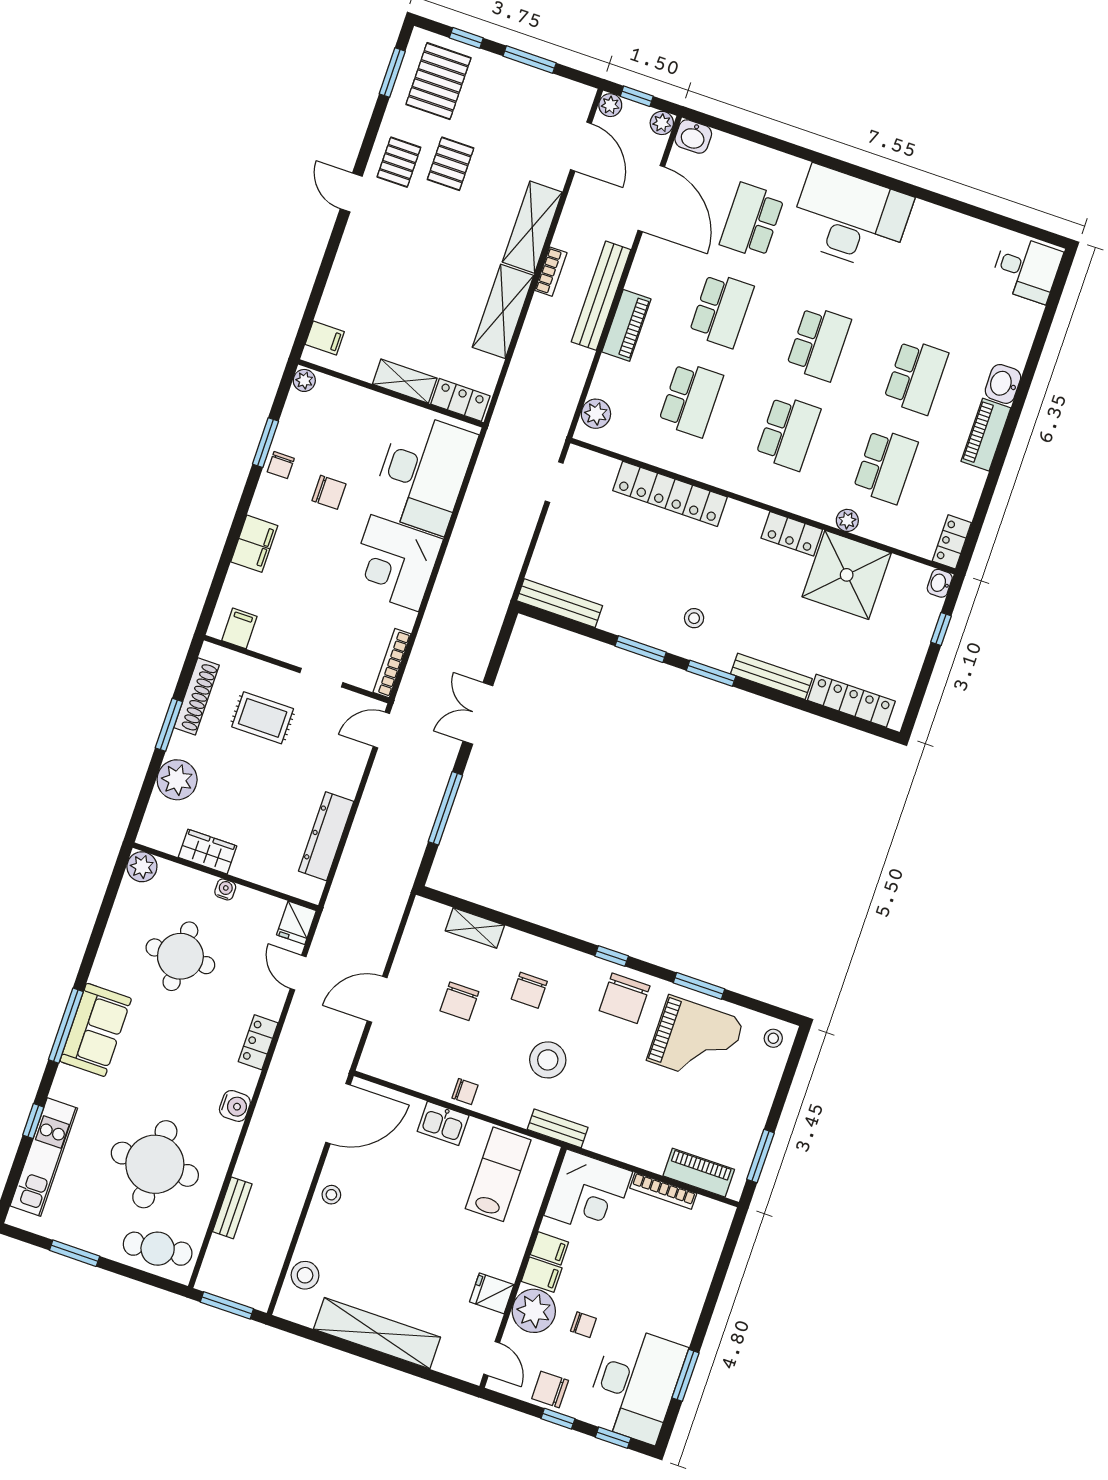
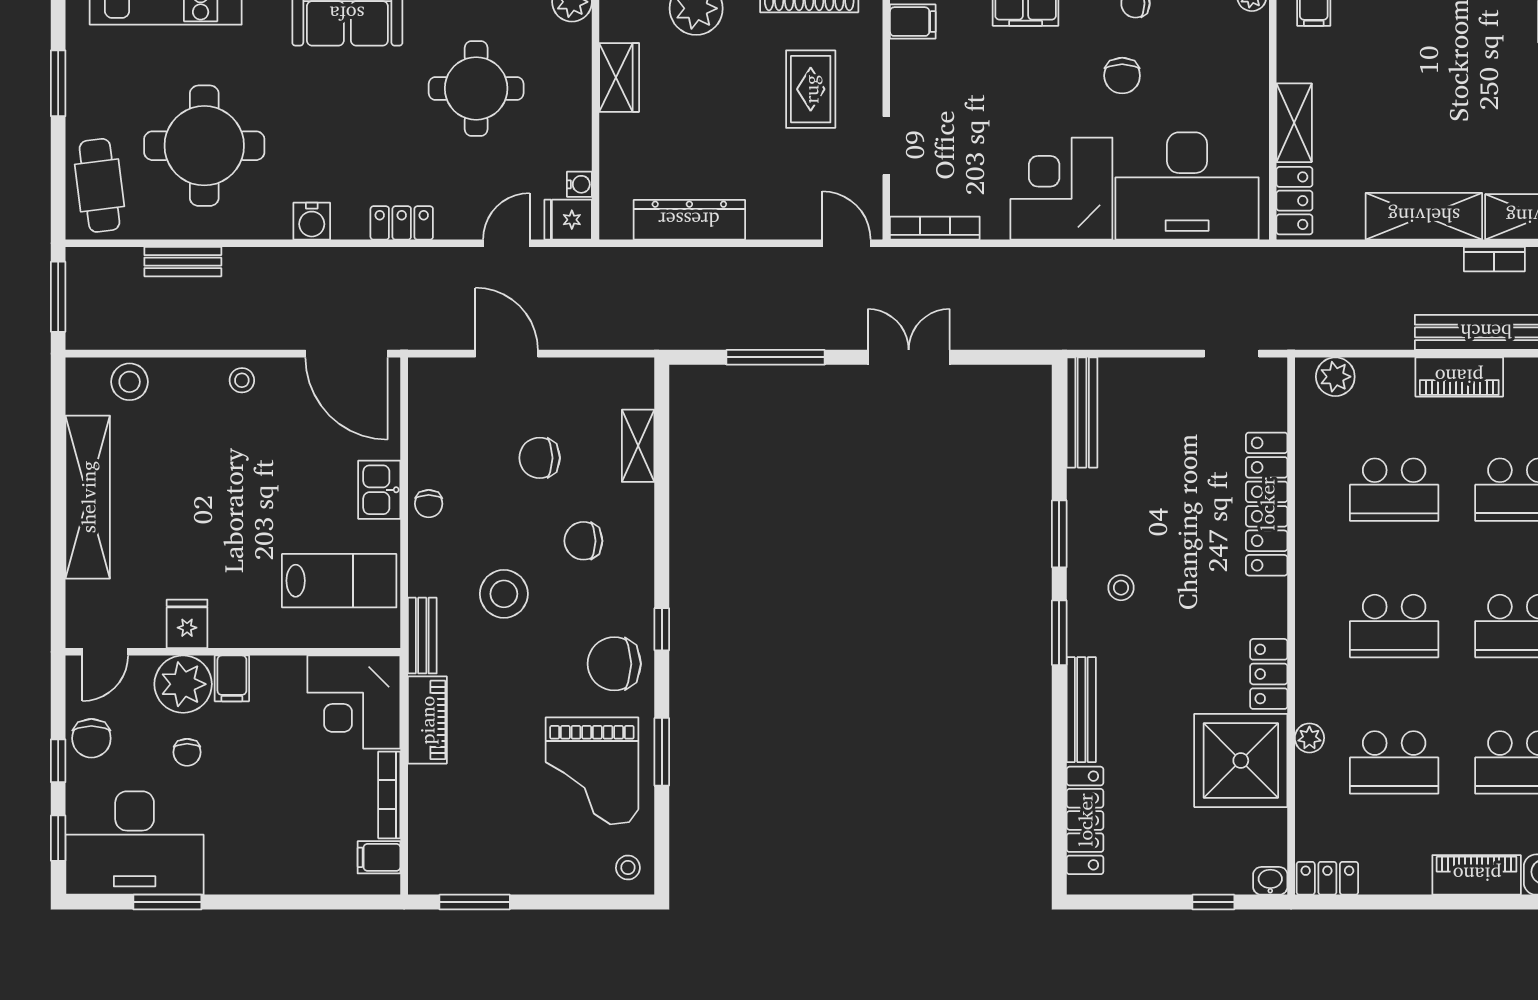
water cooler: (225, 889) -> (579, 184), moved
piano: (699, 1173) -> (427, 720), moved
filing cabinet: (549, 1248) -> (379, 857), moved, turned 90
chair: (550, 1389) -> (91, 738), turned 180

